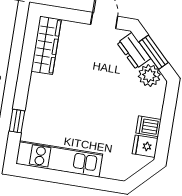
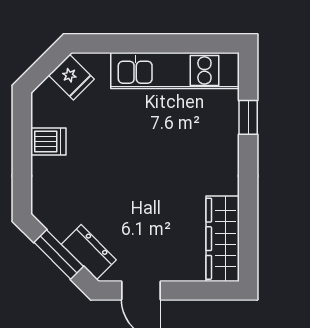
plant: (149, 75) -> (59, 218), removed
fridge: (145, 146) -> (71, 77), moved, turned 45

